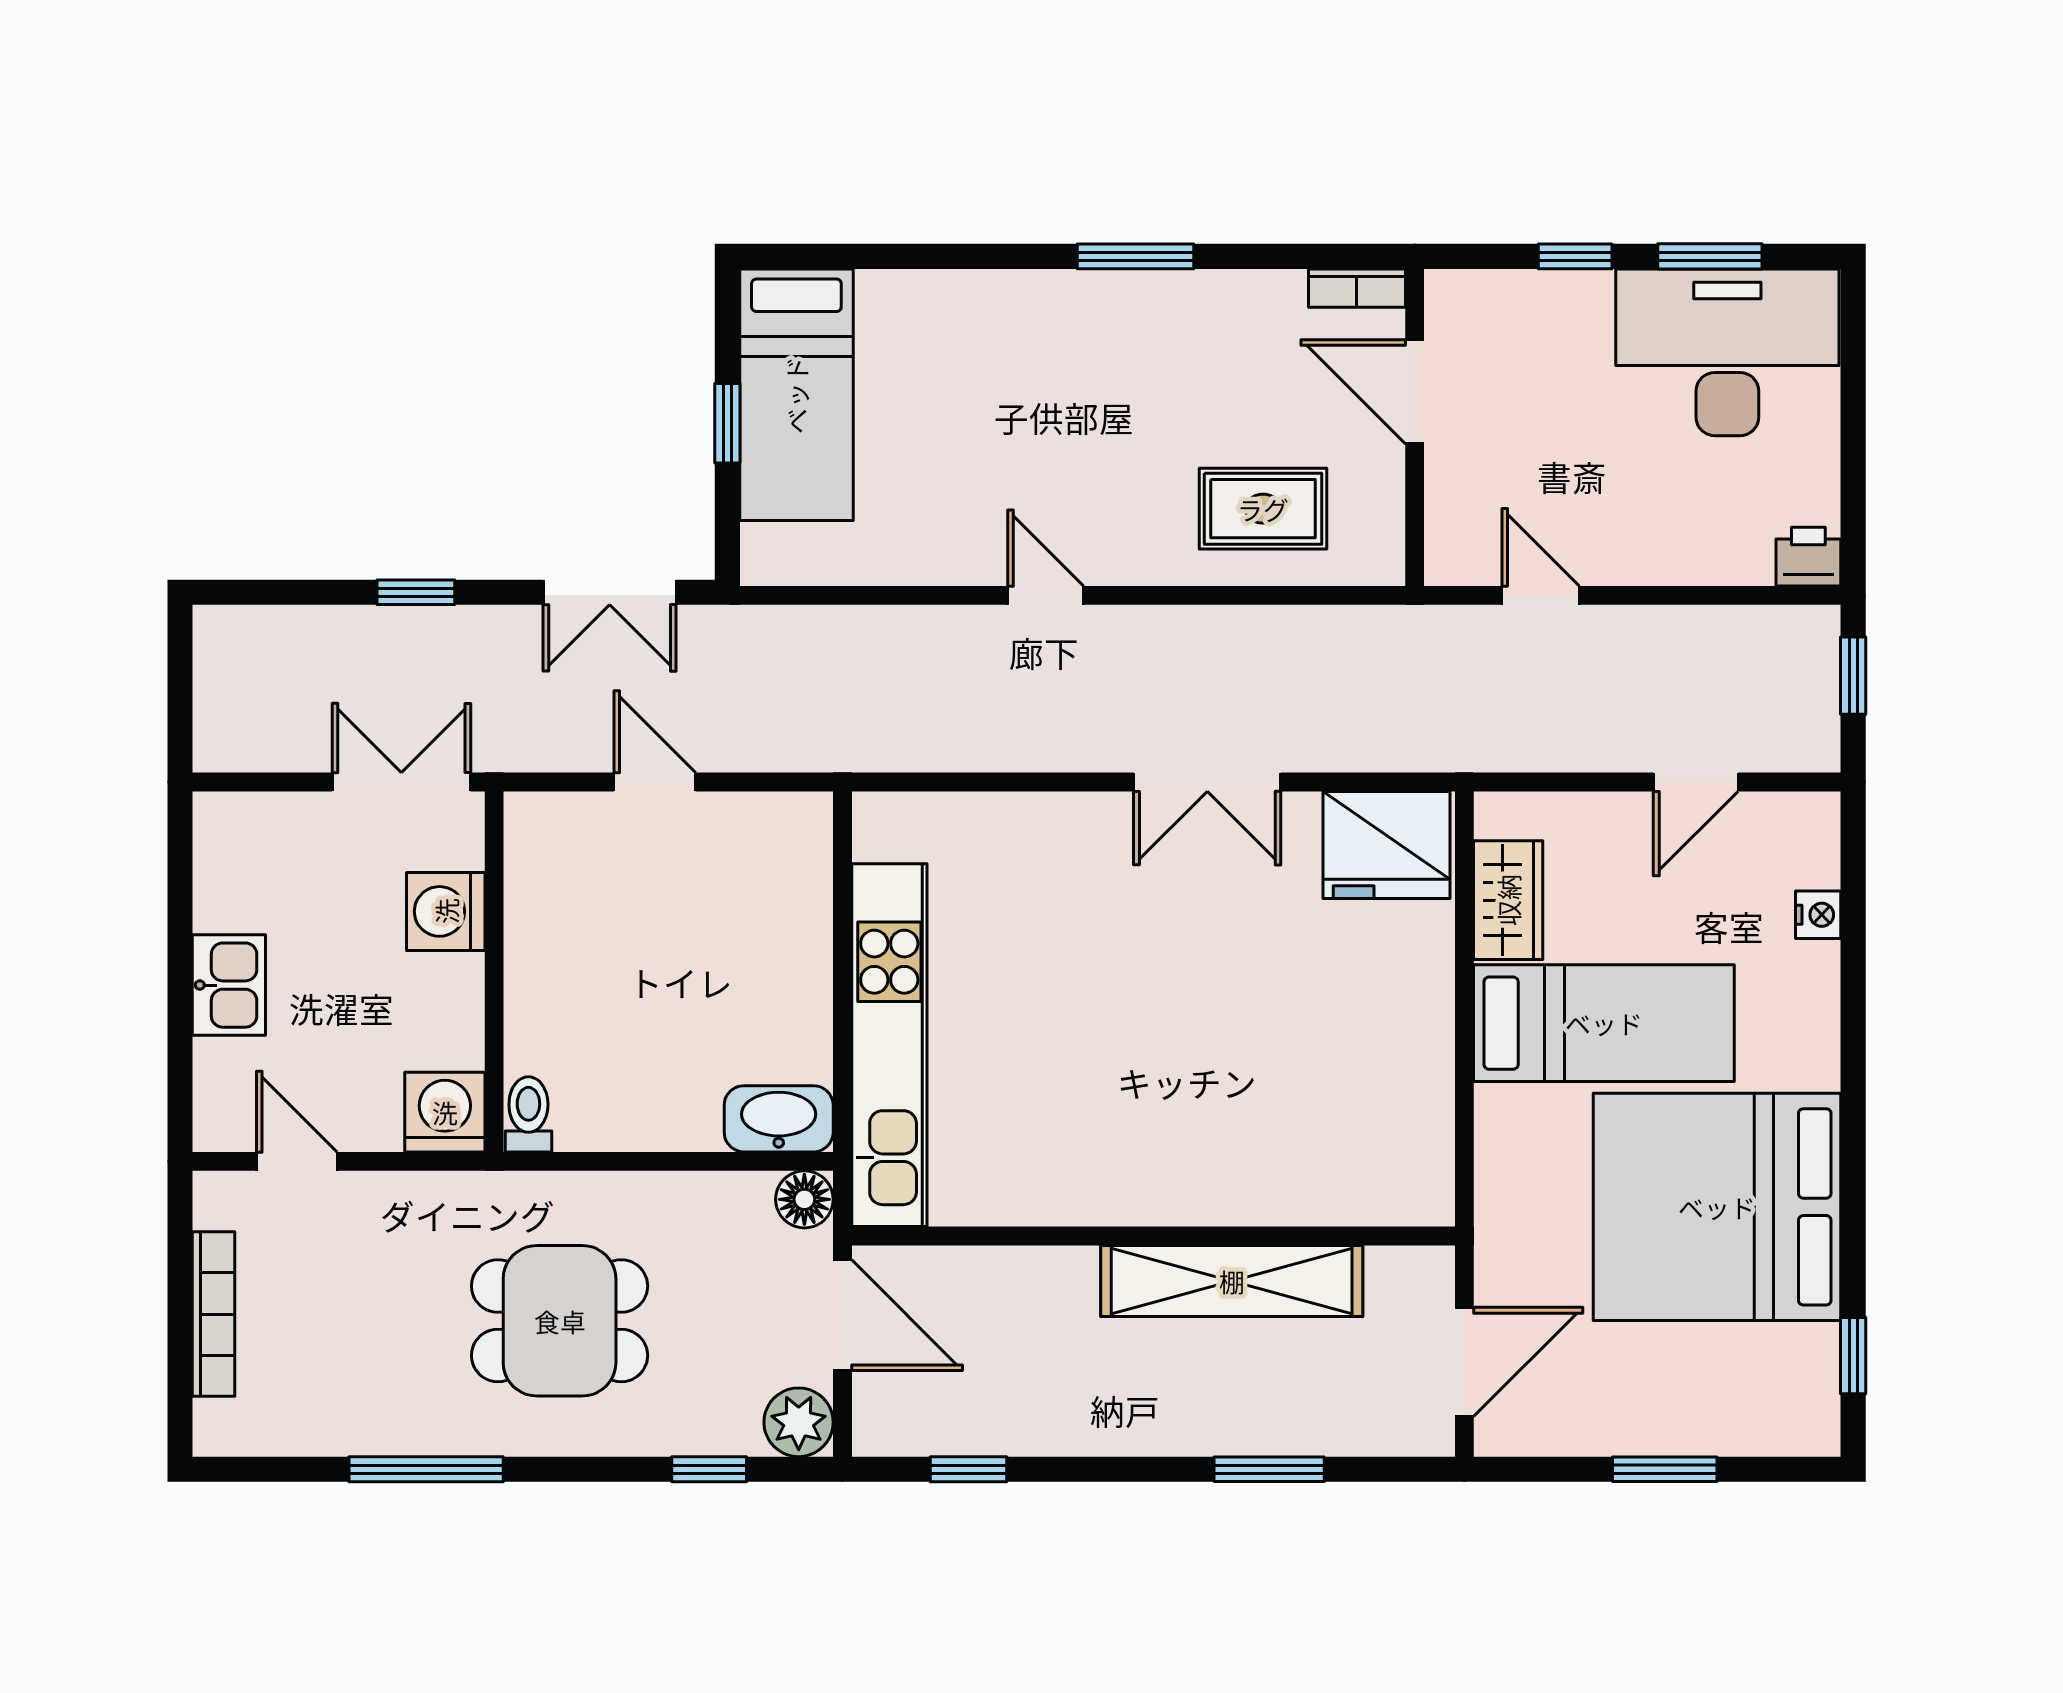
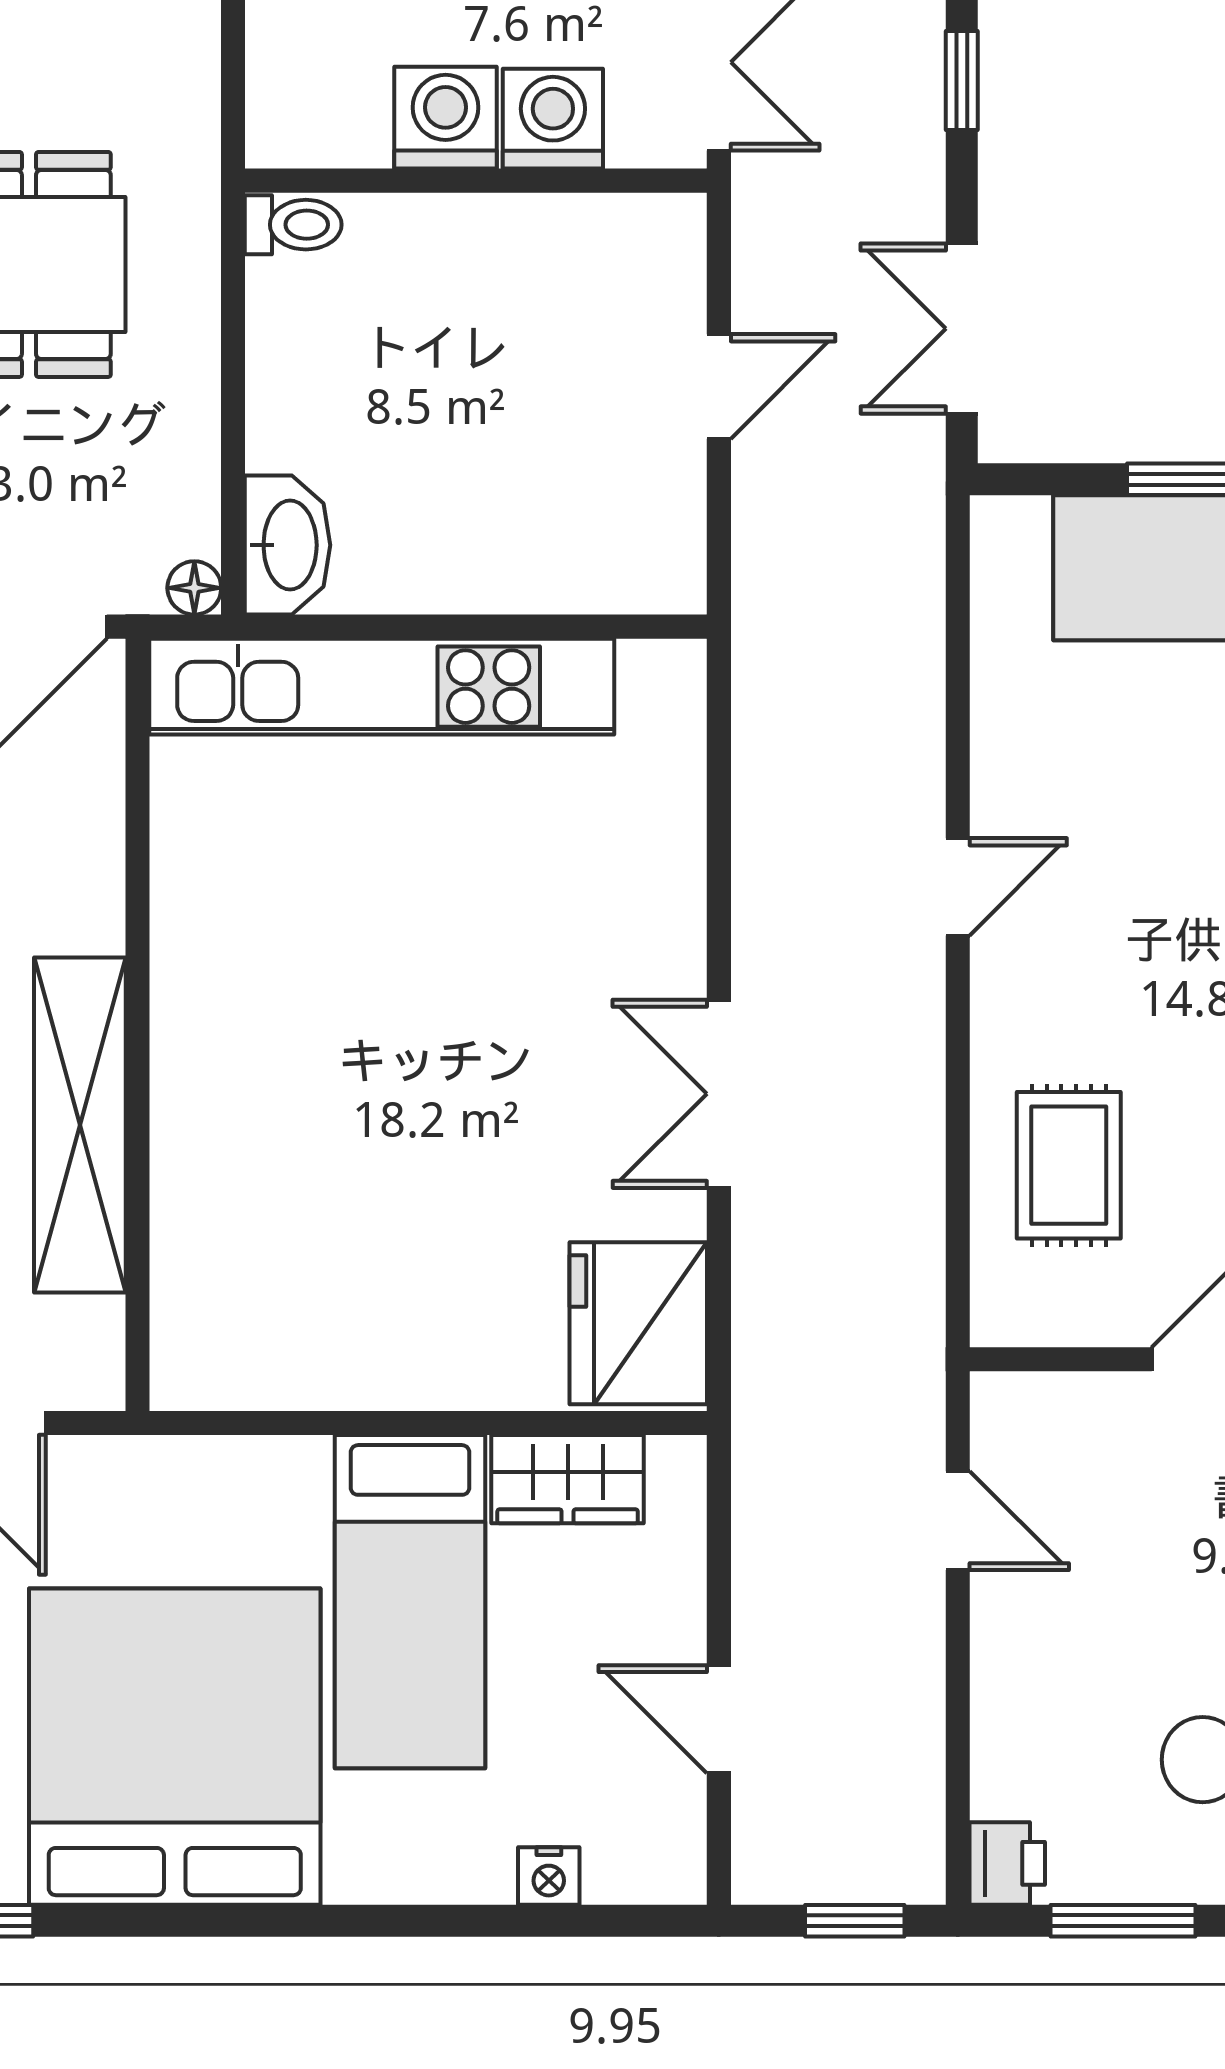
window: (1853, 466) -> (1123, 1921), added
door: (1541, 595) -> (958, 1521), hinge flipped
washing machine: (445, 1112) -> (446, 118), moved, turned -90
floor lamp: (804, 1199) -> (194, 588), width x0.73, depth x0.73

